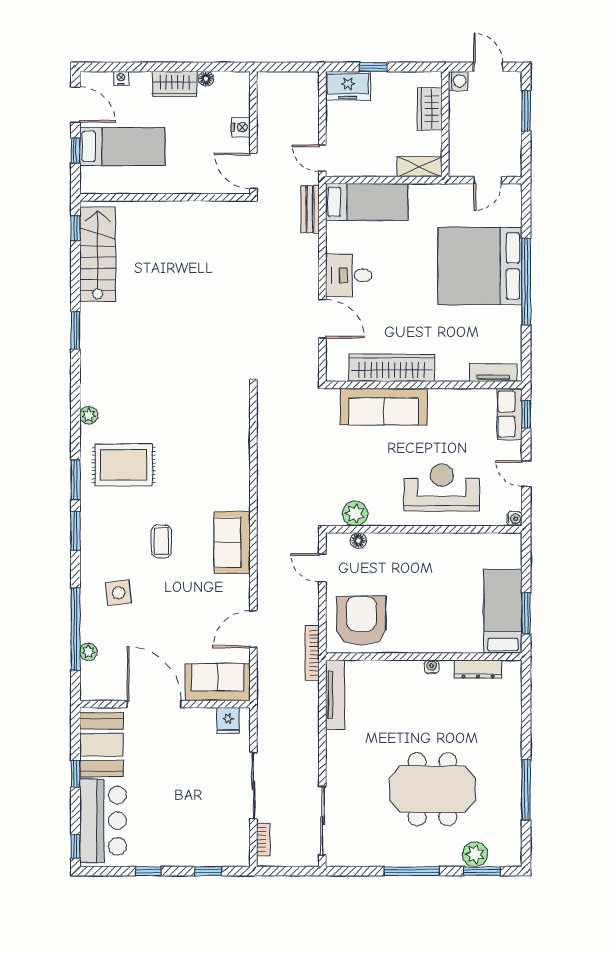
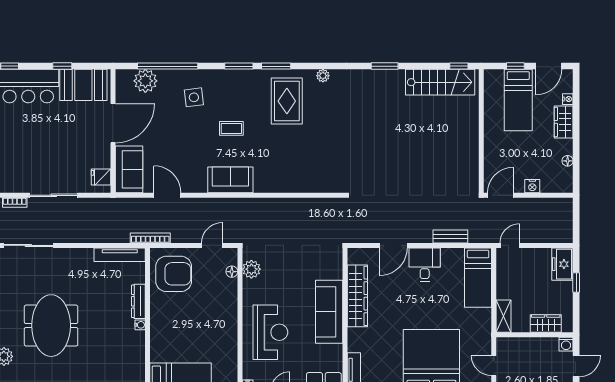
wardrobe: (175, 84) -> (564, 122), moved
bench: (310, 209) -> (450, 237), moved
sofa: (384, 407) -> (329, 312), moved
plant: (88, 652) -> (145, 81), width x1.87, depth x1.87
dresser: (478, 669) -> (138, 301), moved

